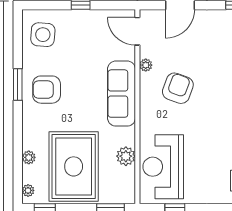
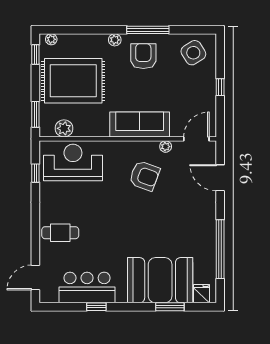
side table: (43, 35) -> (193, 53), turned -36
window: (18, 85) -> (148, 30), width x1.44
plant: (126, 156) -> (64, 128), moved
plant: (29, 157) -> (115, 40), moved

